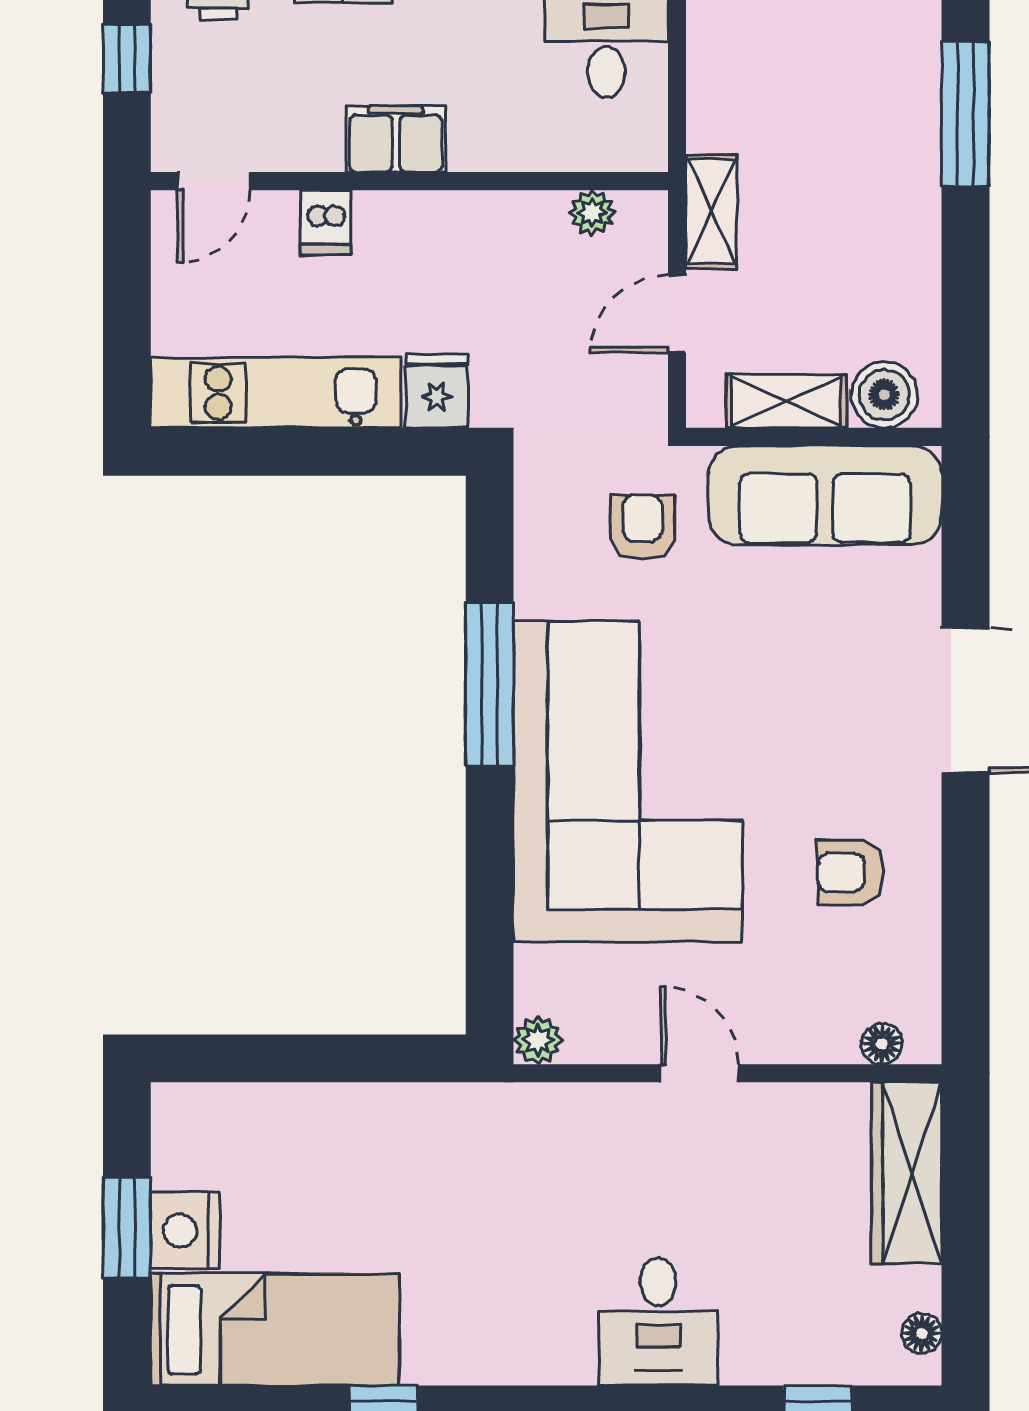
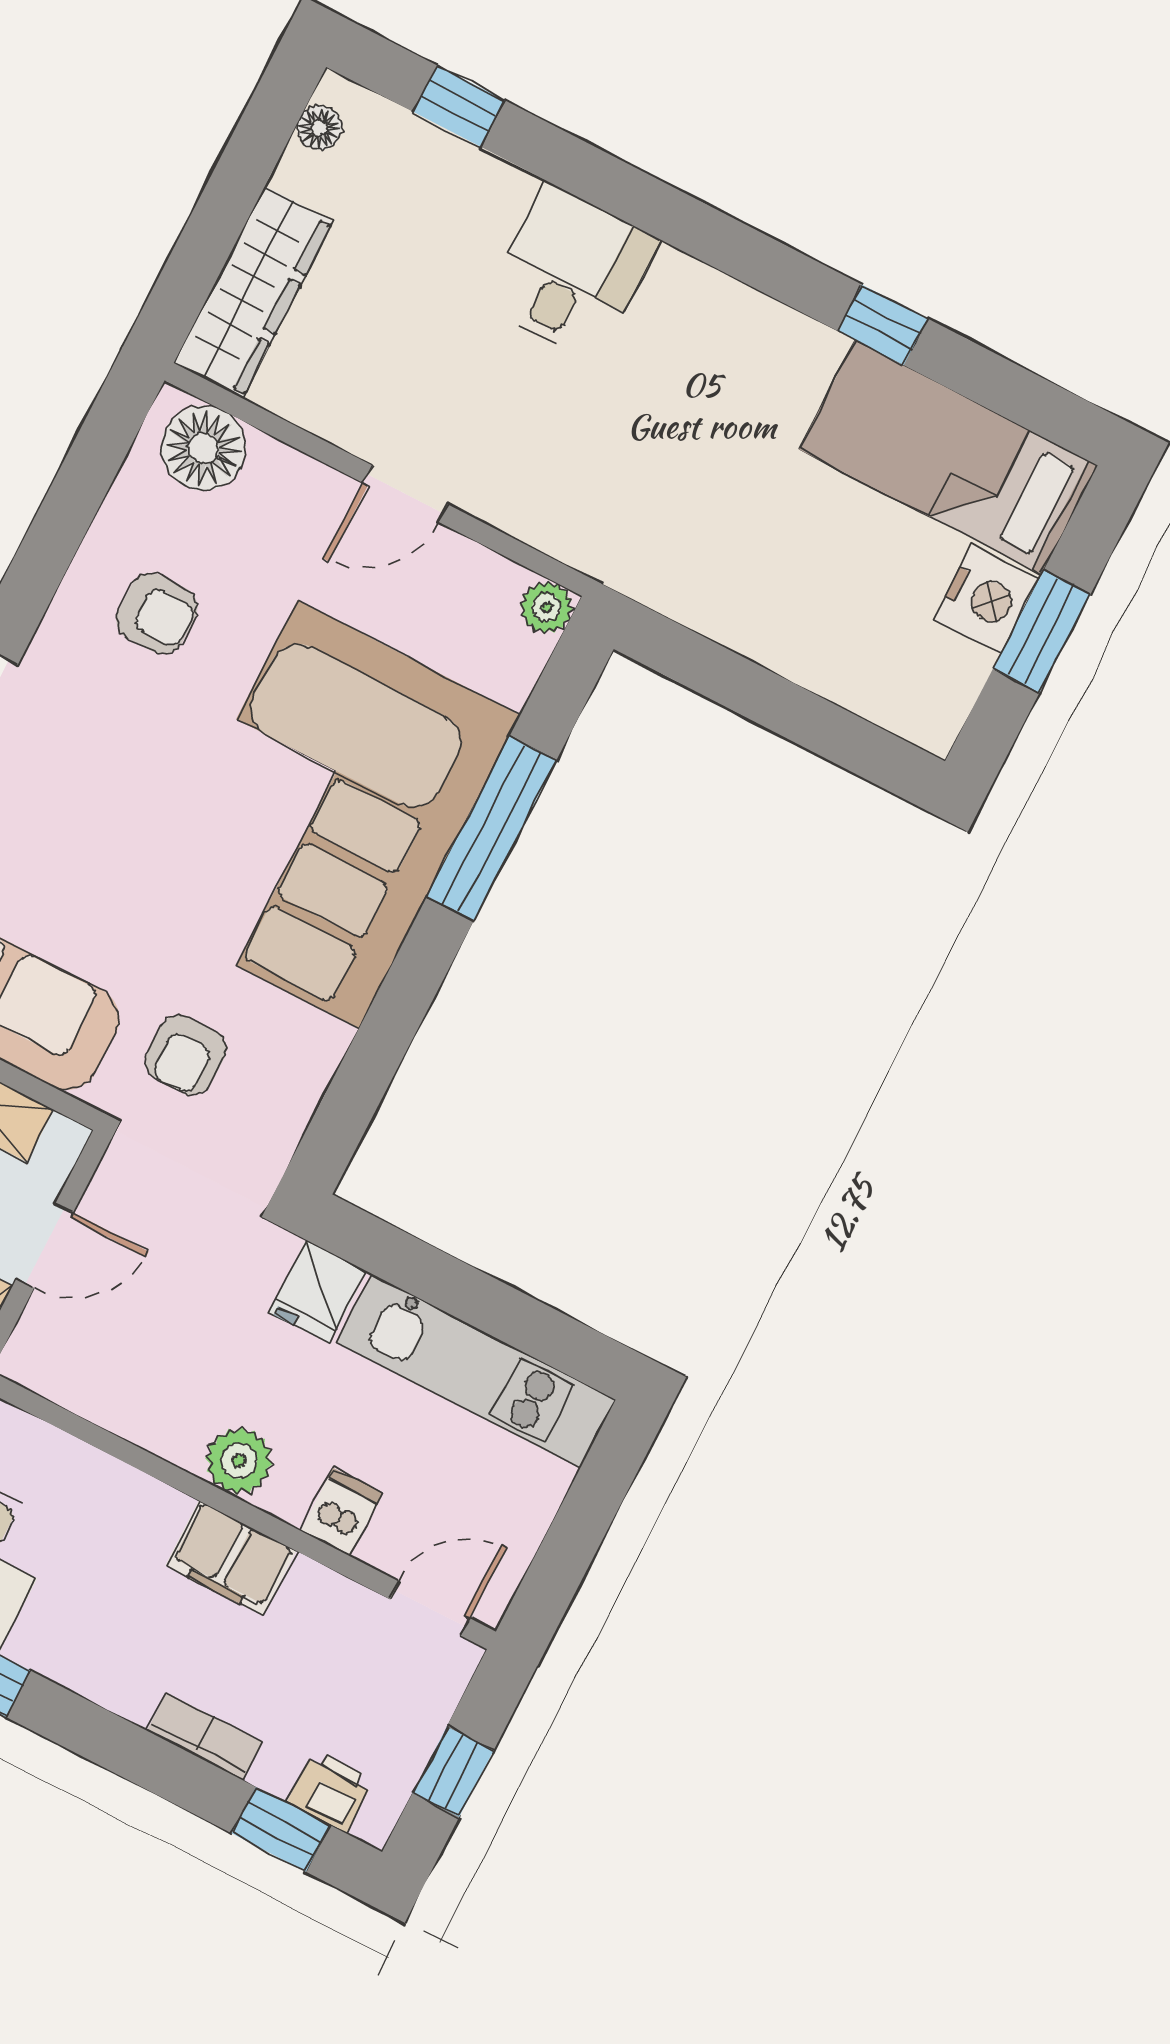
plant: (592, 213) -> (239, 1461), moved, width x1.38, depth x1.38
window: (490, 684) -> (492, 828), moved
floor lamp: (882, 1044) -> (203, 448), width x1.89, depth x1.89
door: (700, 1073) -> (405, 494), hinge flipped

